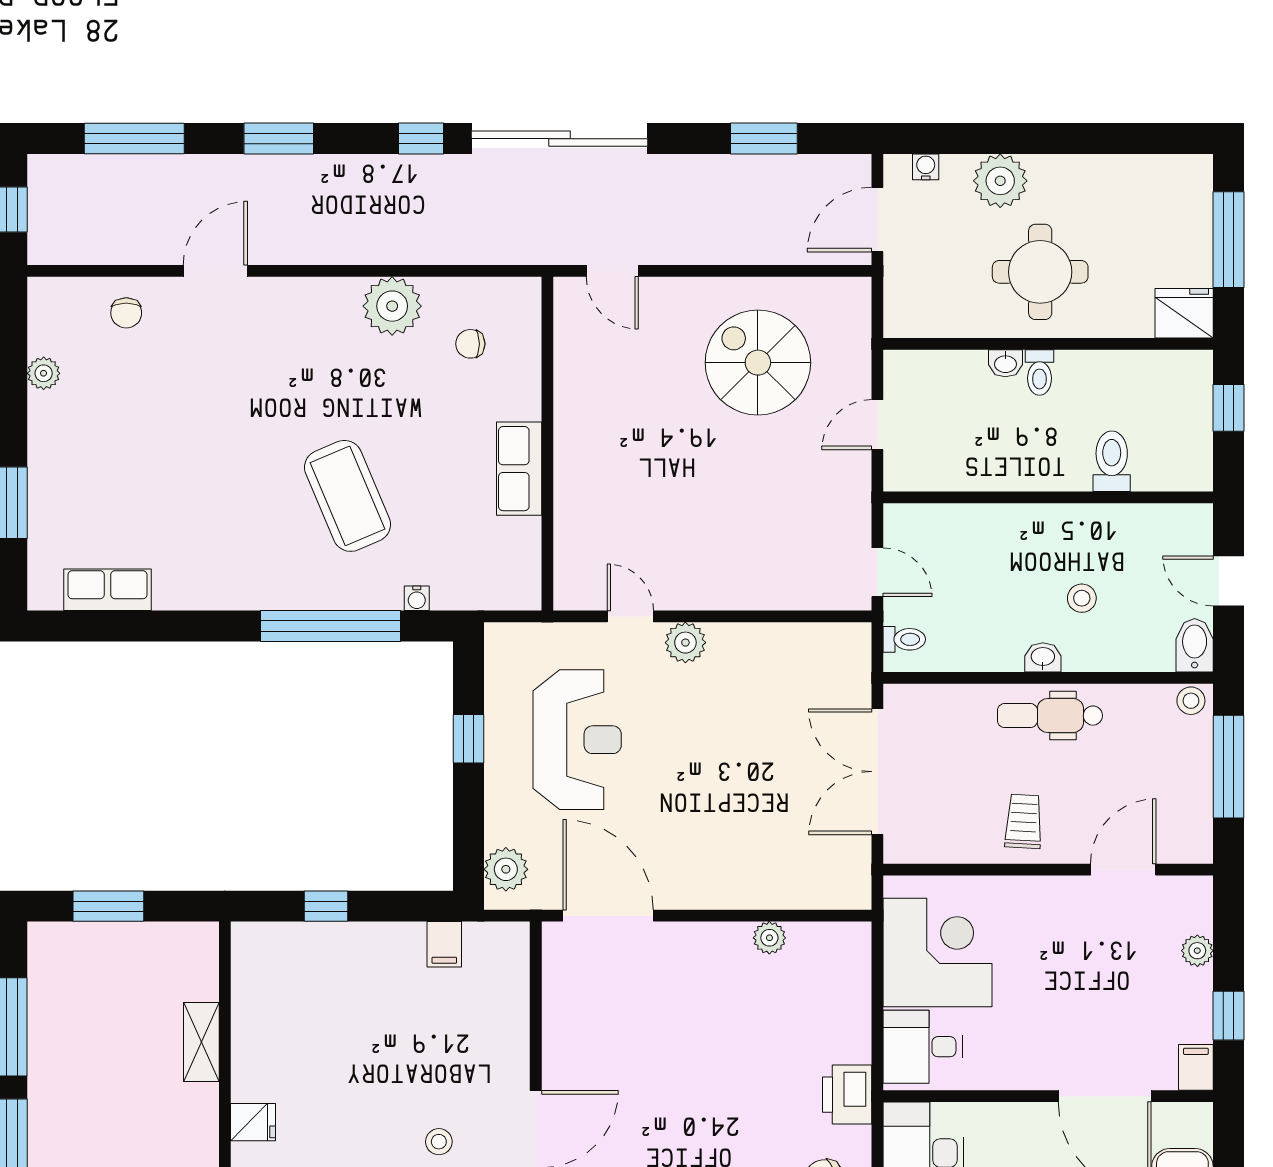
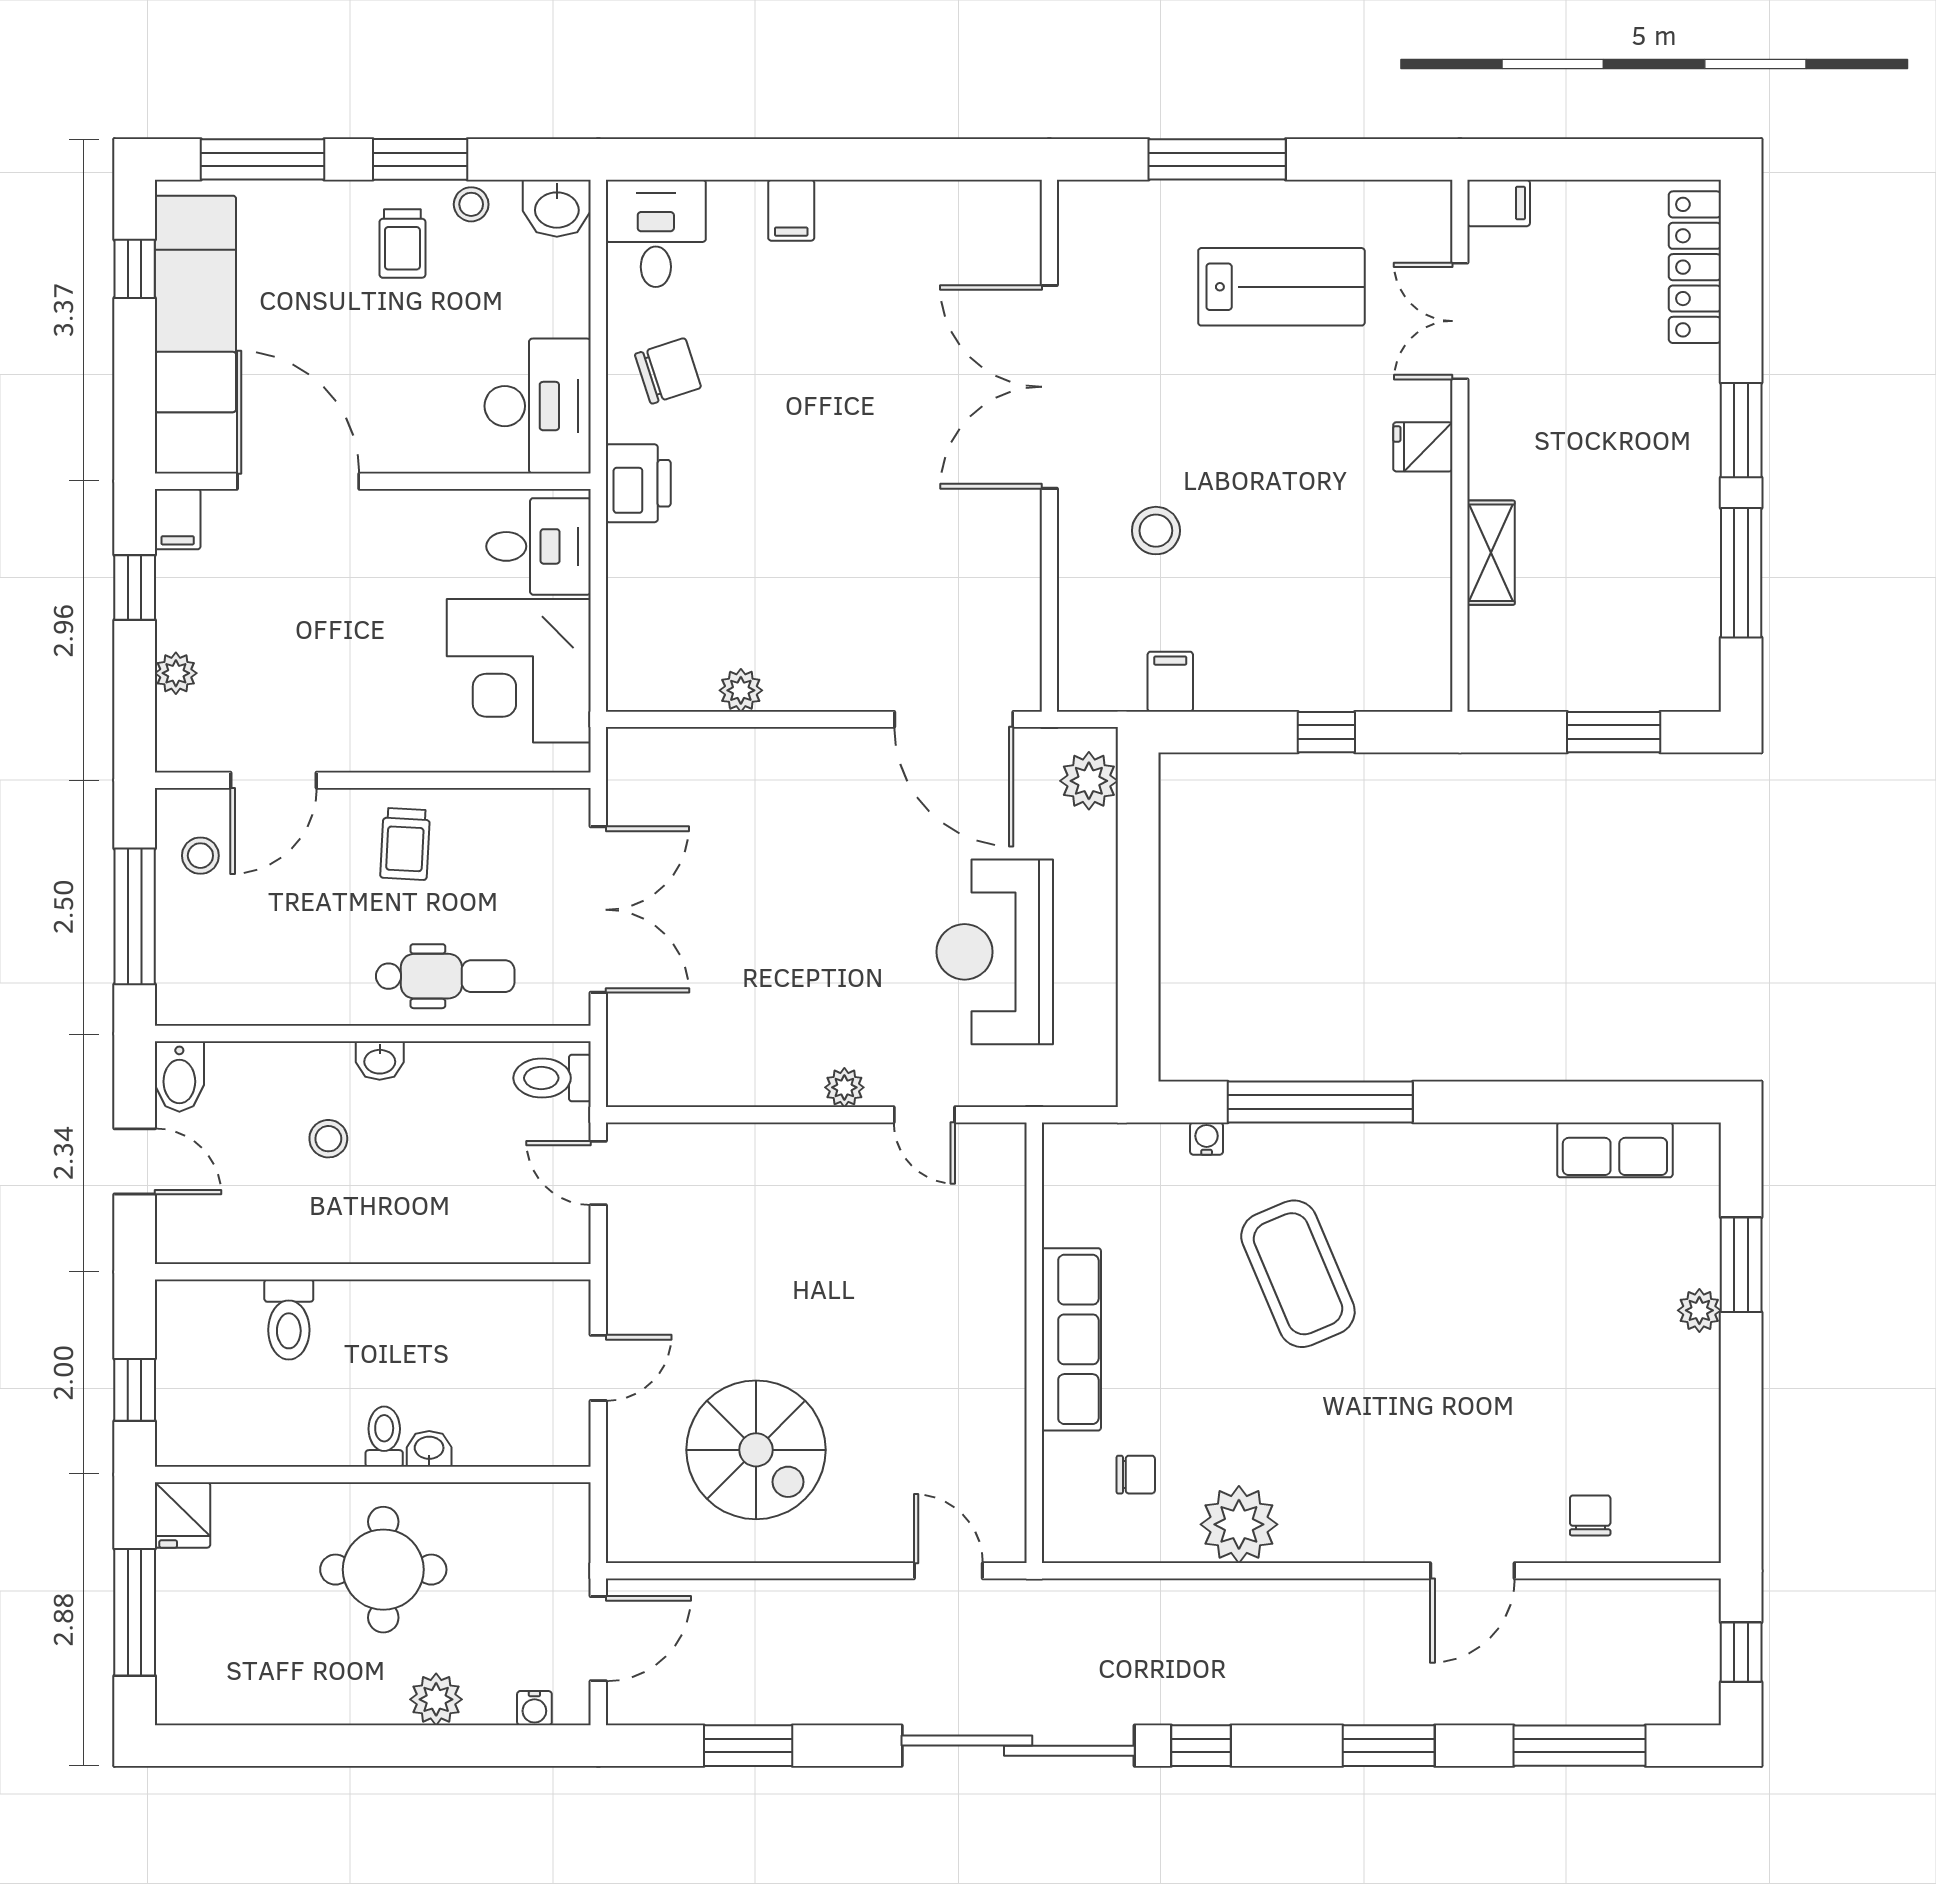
plant: (1000, 181) -> (436, 1699), width x0.73, depth x0.73
fridge: (1184, 313) -> (182, 1515), width x0.72
plant: (44, 373) -> (1699, 1310), moved
row of seats: (519, 469) -> (1071, 1339), width x1.48
toilet: (904, 639) -> (552, 1078), width x1.37, depth x1.39
plant: (685, 643) -> (844, 1087), width x0.73, depth x0.73
stool: (1191, 701) -> (200, 856), moved
dental chair: (1050, 716) -> (445, 976), moved
window: (469, 739) -> (1138, 953), removed
stool: (439, 1142) -> (1156, 531), moved, width x1.37, depth x1.37

